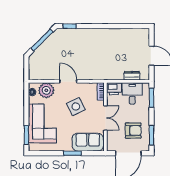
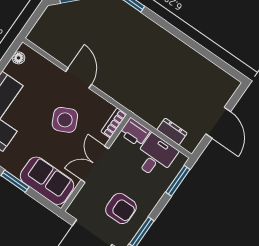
plant: (46, 90) -> (40, 69), removed
double door: (105, 118) -> (95, 164), swing flipped

